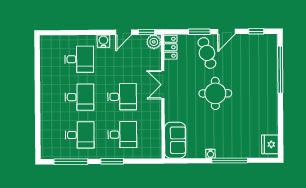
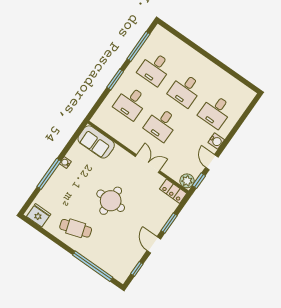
cafe table: (207, 53) -> (76, 228), moved

